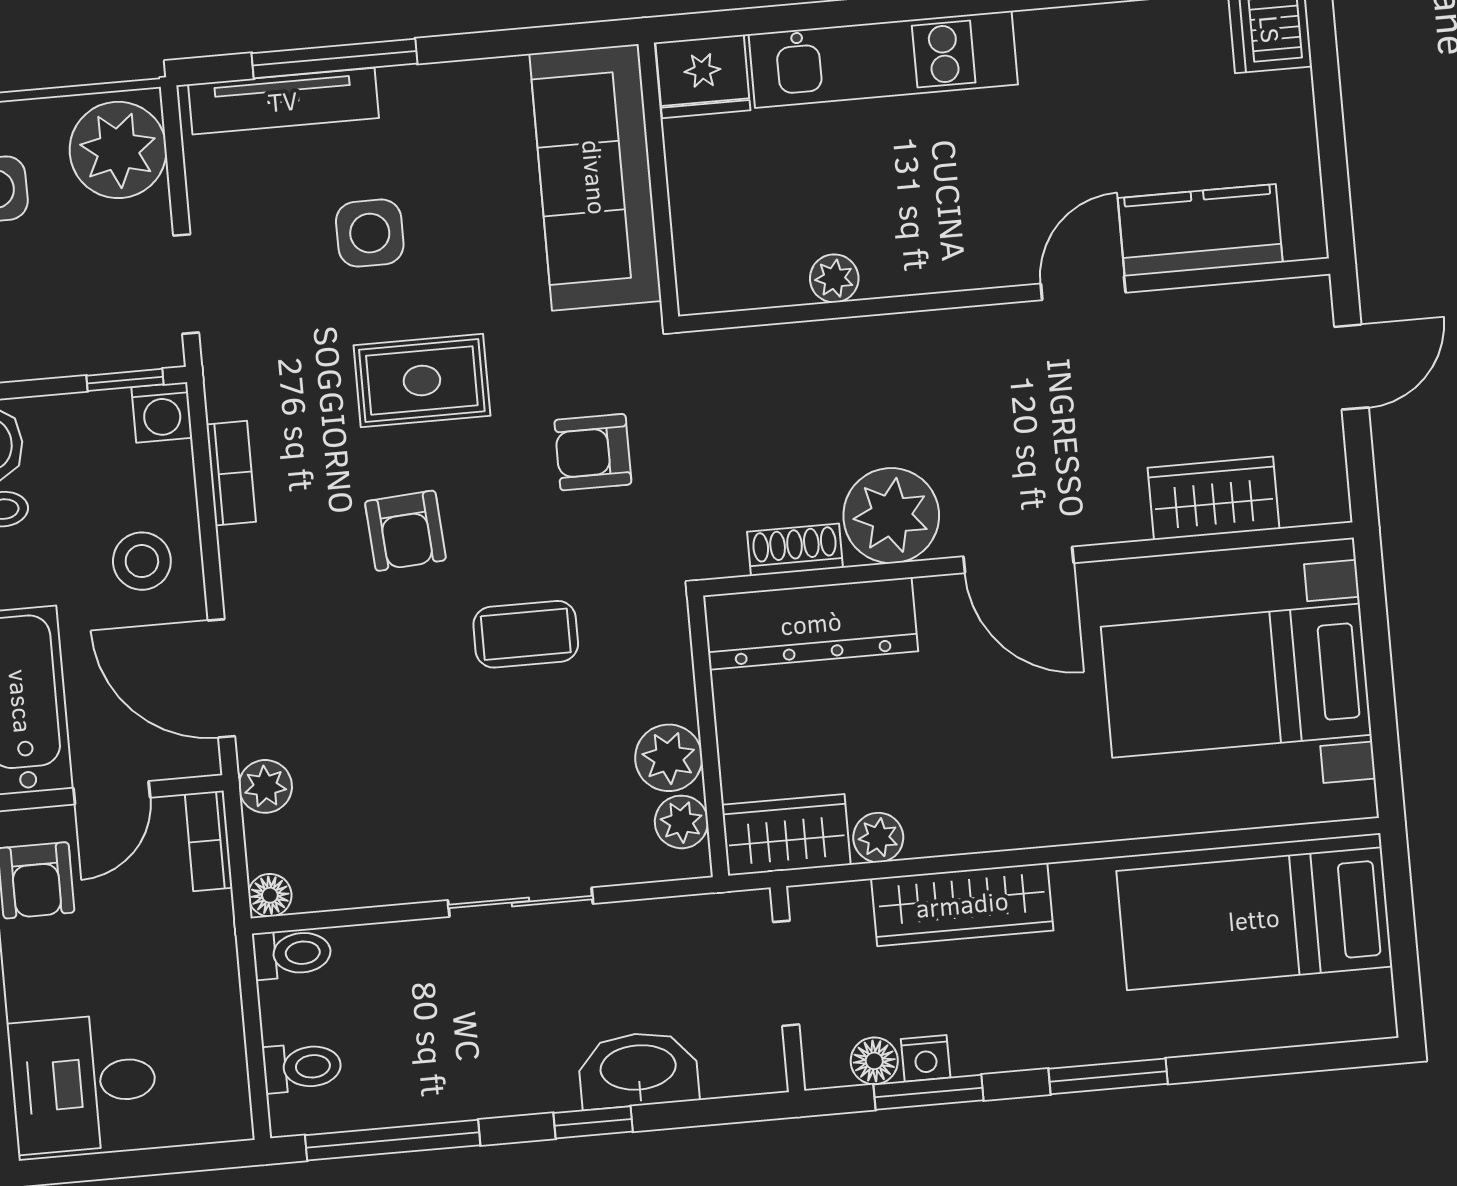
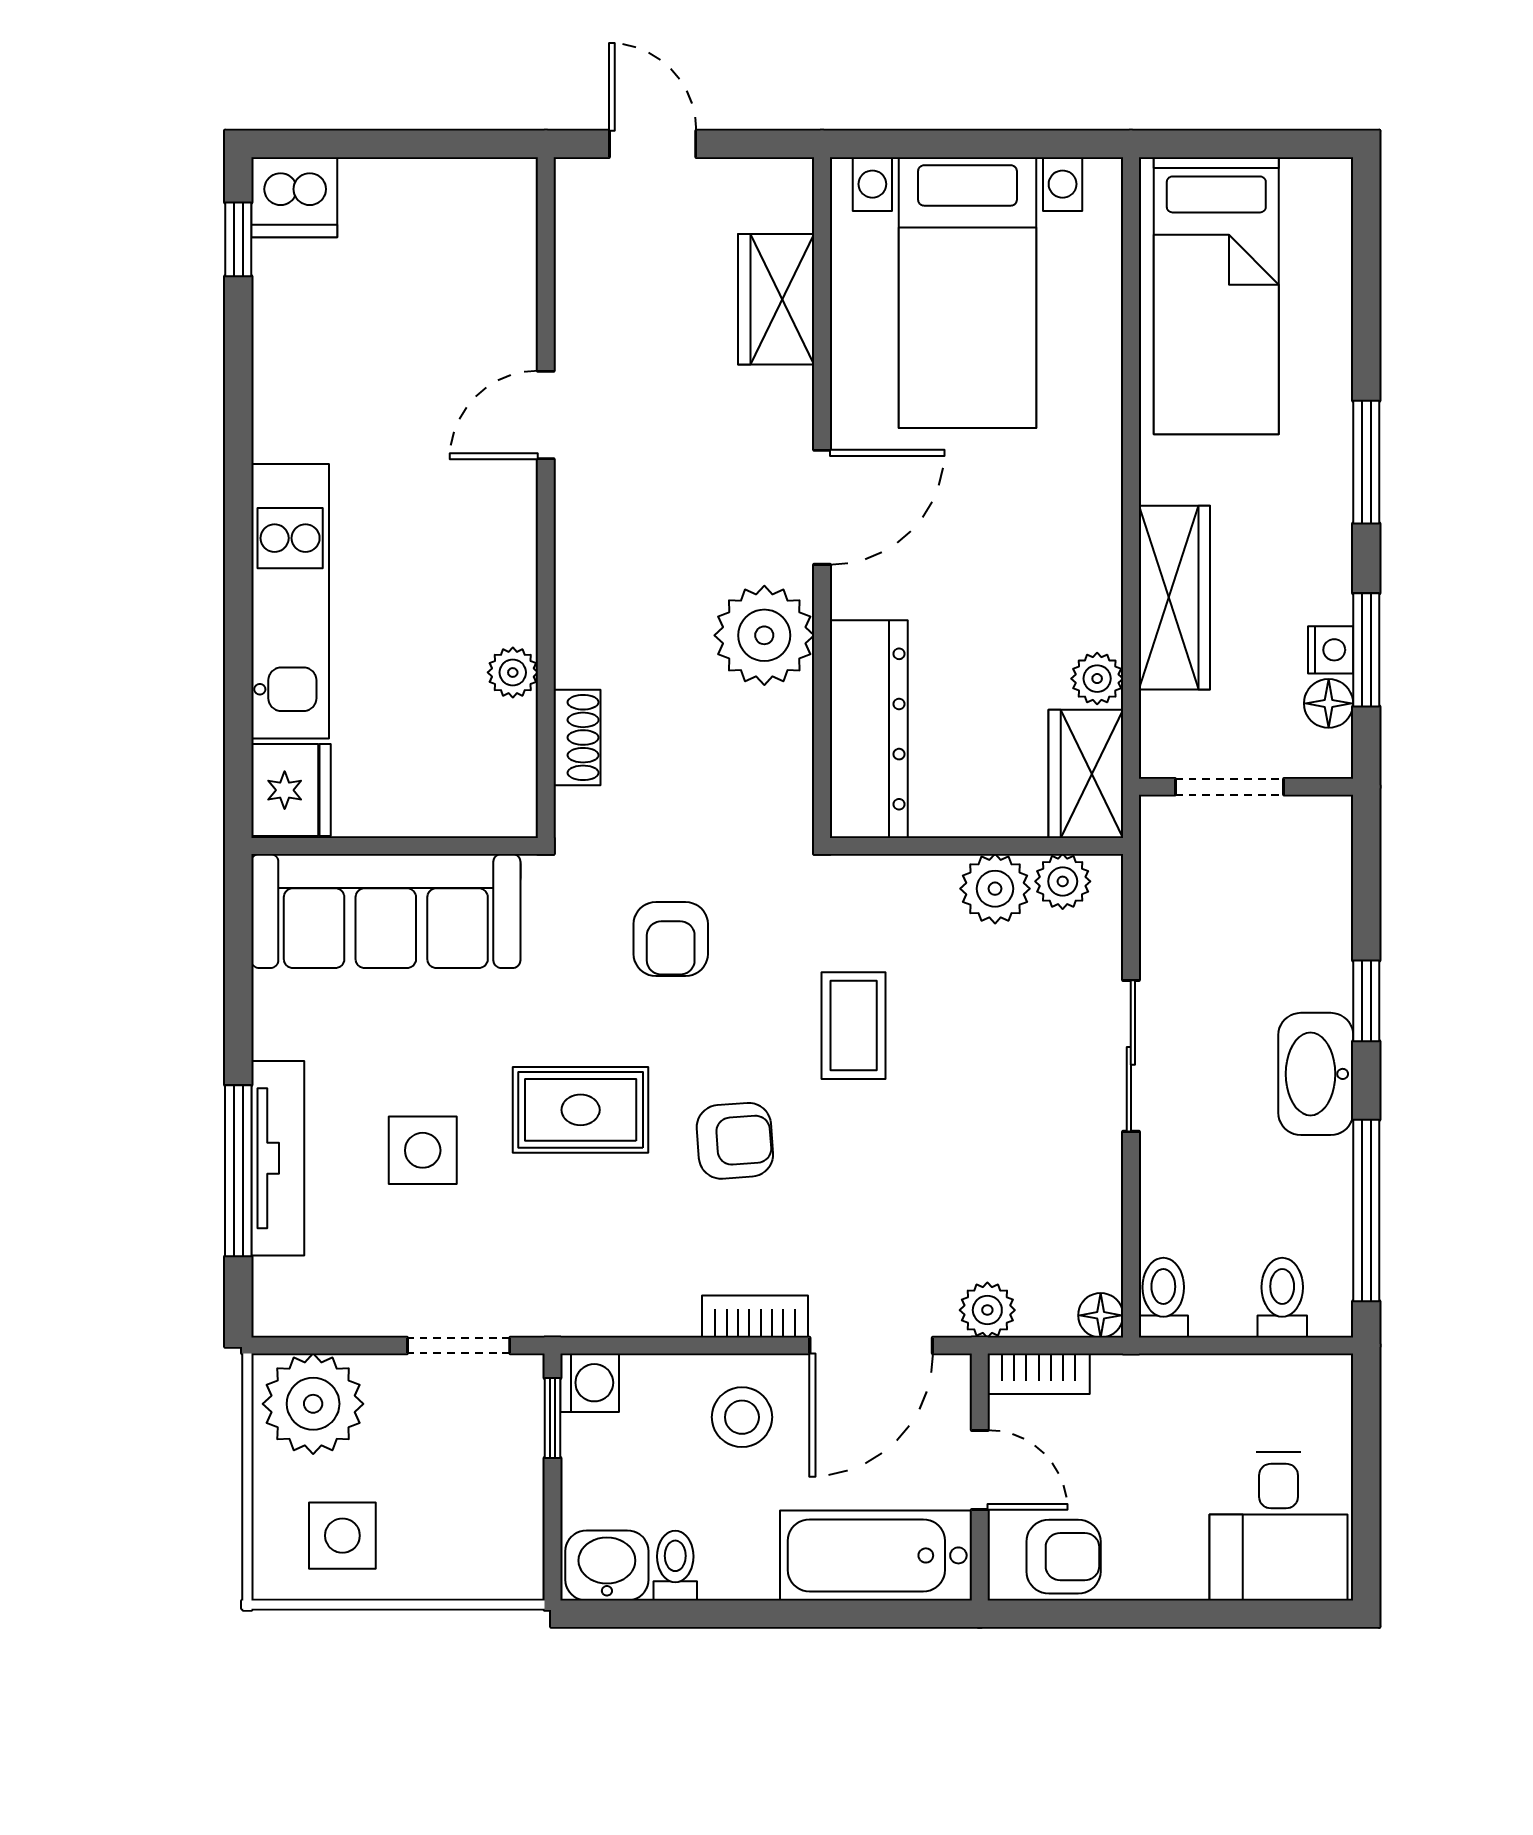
tv unit: (283, 101) -> (278, 1158), moved
kitchen counter: (1200, 230) -> (497, 288), removed
door: (1083, 288) -> (546, 415), hinge flipped
rug: (422, 381) -> (581, 1110), turned 90
bookcase: (231, 473) -> (755, 1316), moved
shoe rack: (795, 550) -> (577, 738), moved, turned 180
washbasin: (638, 1070) -> (1316, 1074), moved

